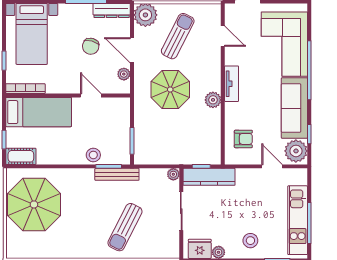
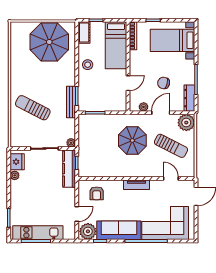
door: (223, 36) -> (171, 179), swing flipped
plant: (213, 100) -> (125, 171), removed
stool: (93, 155) -> (88, 65), moved
stool: (250, 241) -> (23, 198), removed

